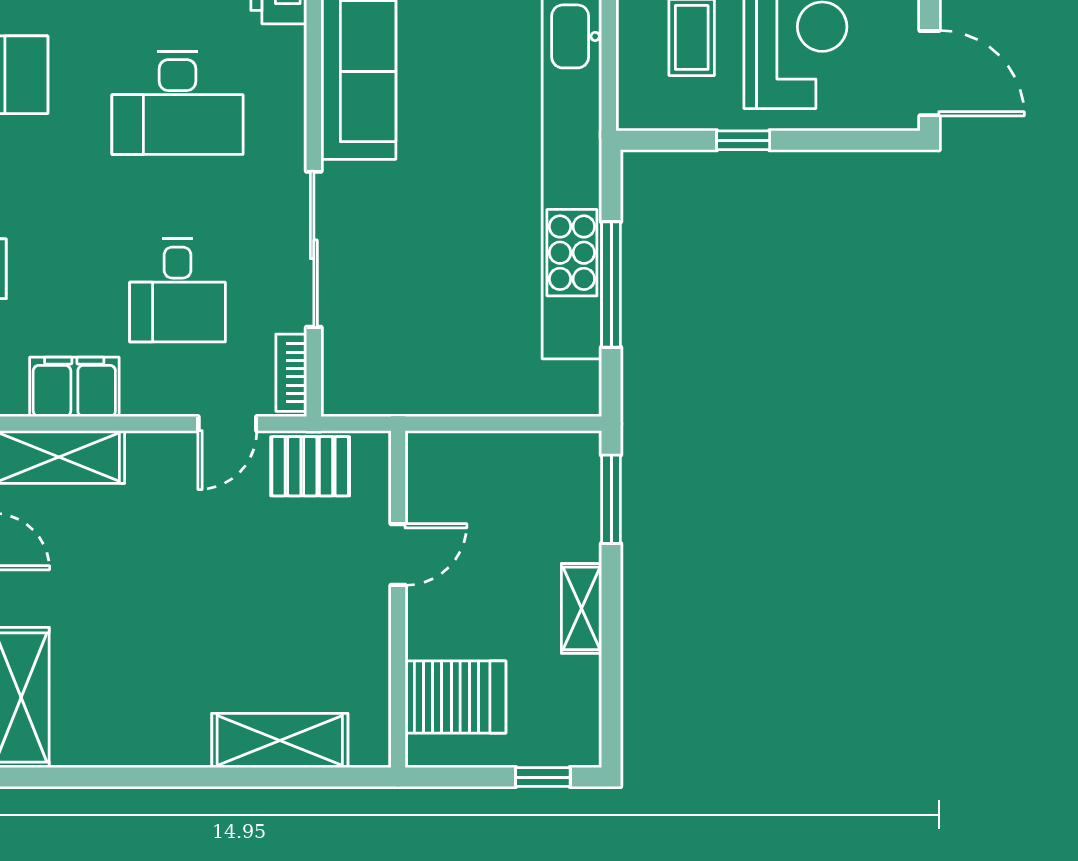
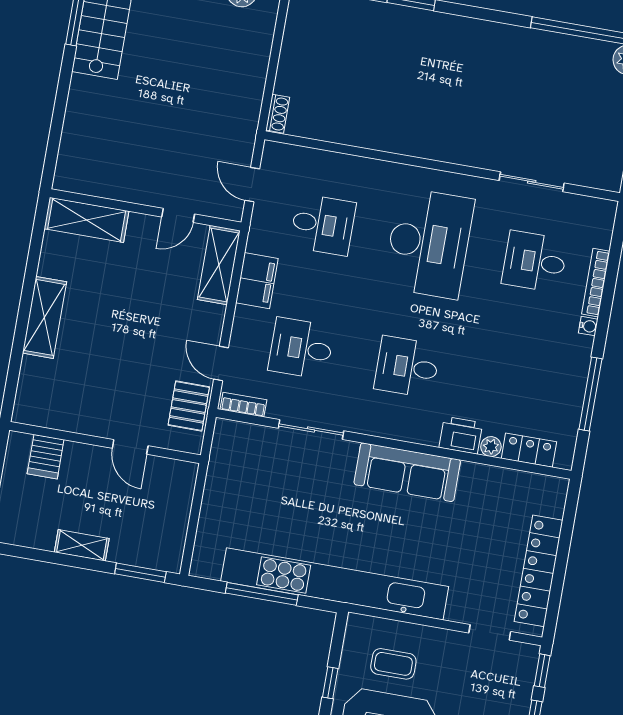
desk: (178, 103) -> (407, 367), width x0.73
sliding door: (314, 249) -> (311, 429), width x0.73
server rack: (456, 697) -> (46, 457), width x0.73, depth x0.70
shelving: (280, 741) -> (45, 317), moved

